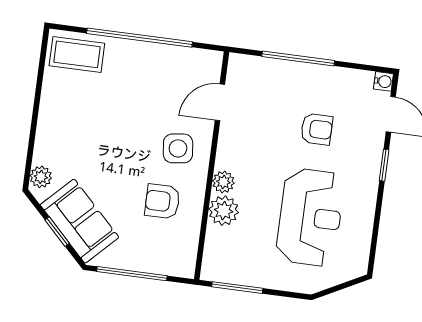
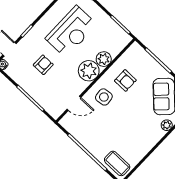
armchair: (317, 129) -> (43, 65), turned 90
plant: (223, 182) -> (89, 71), width x1.88, depth x1.88
reception desk: (310, 217) -> (71, 32), turned 180

